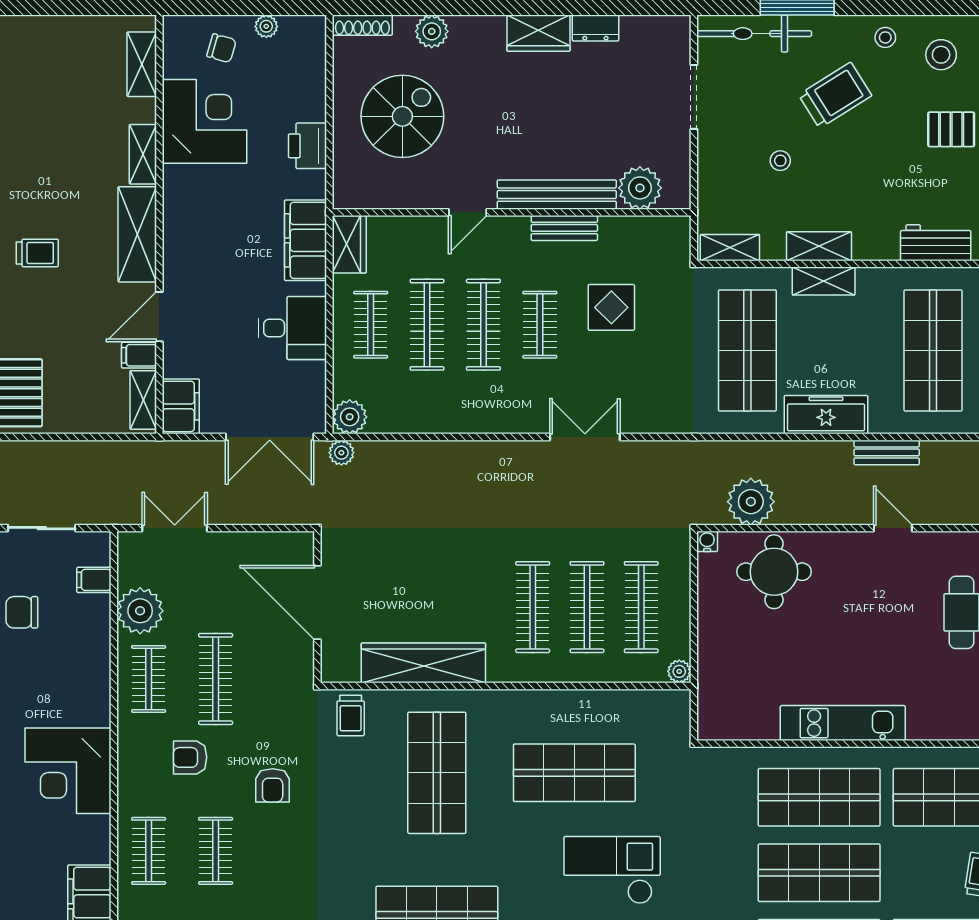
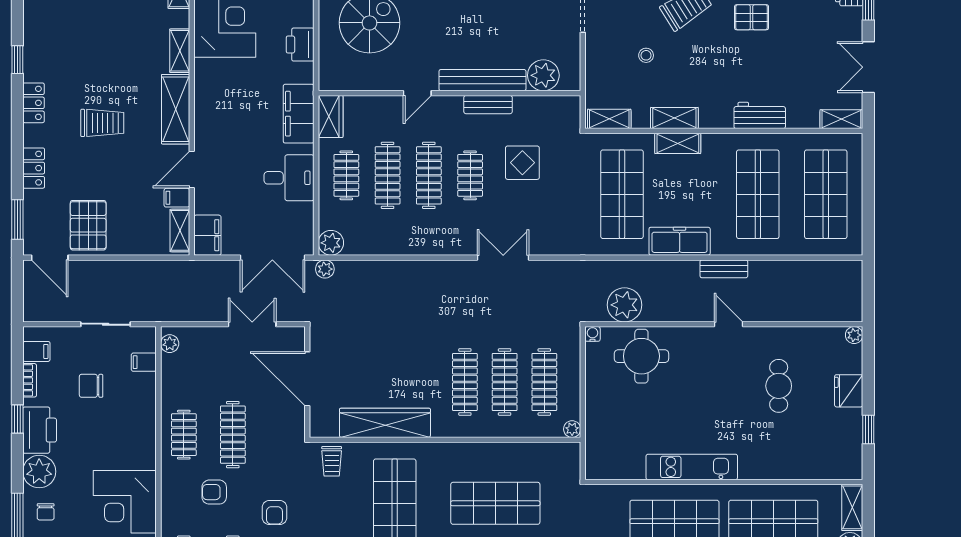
pallet: (951, 129) -> (752, 17), moved
trolley: (37, 253) -> (102, 123), width x1.36, depth x1.39
double door: (175, 528) -> (252, 324), moved
plant: (140, 611) -> (170, 344), moved, width x0.53, depth x0.53

